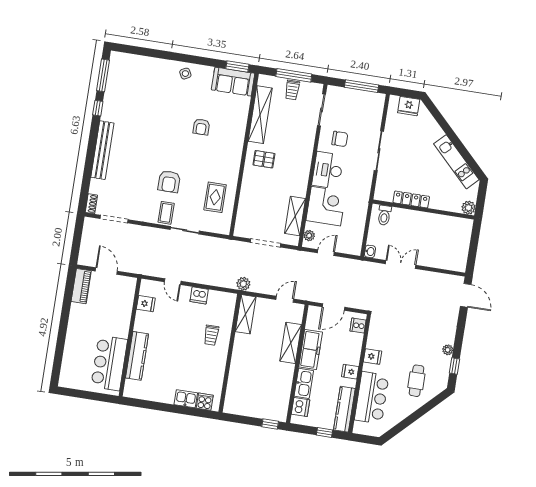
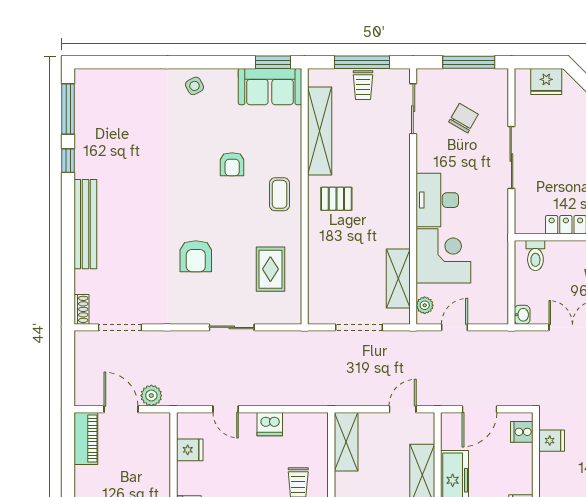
chair: (340, 139) -> (464, 118), moved, turned -60
coffee table: (166, 213) -> (280, 194), moved
plant: (243, 284) -> (151, 396), moved
fridge: (373, 356) -> (552, 441), moved

